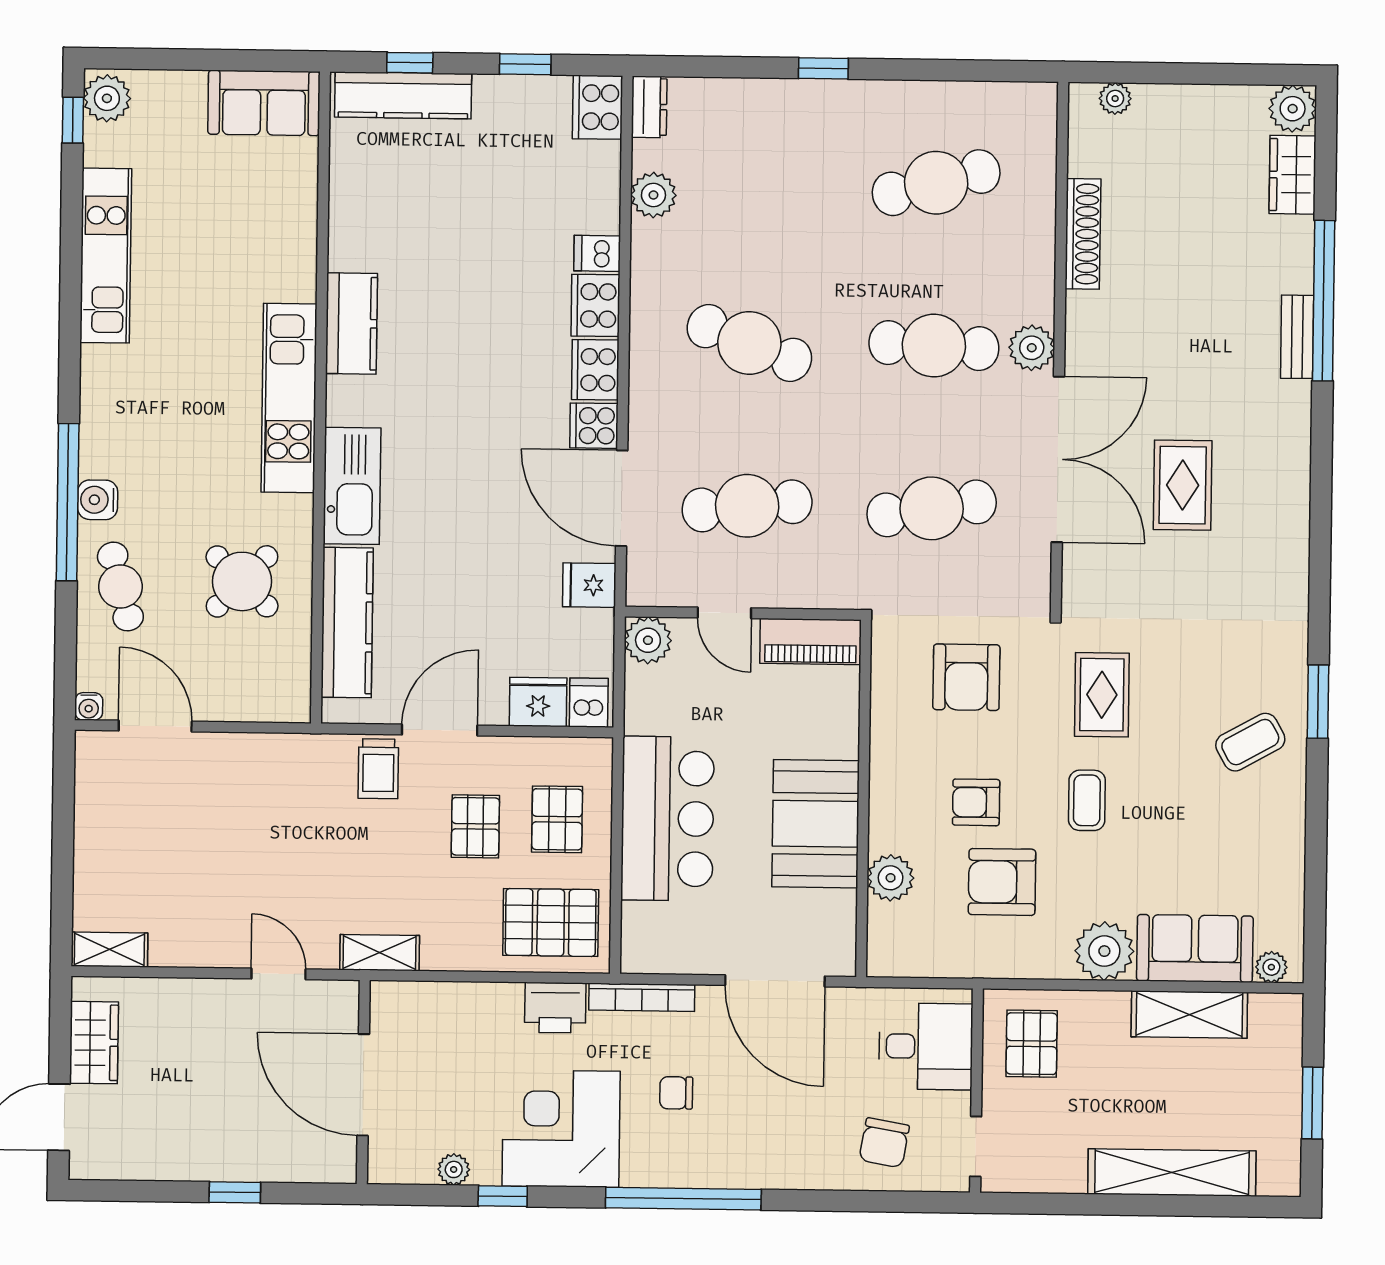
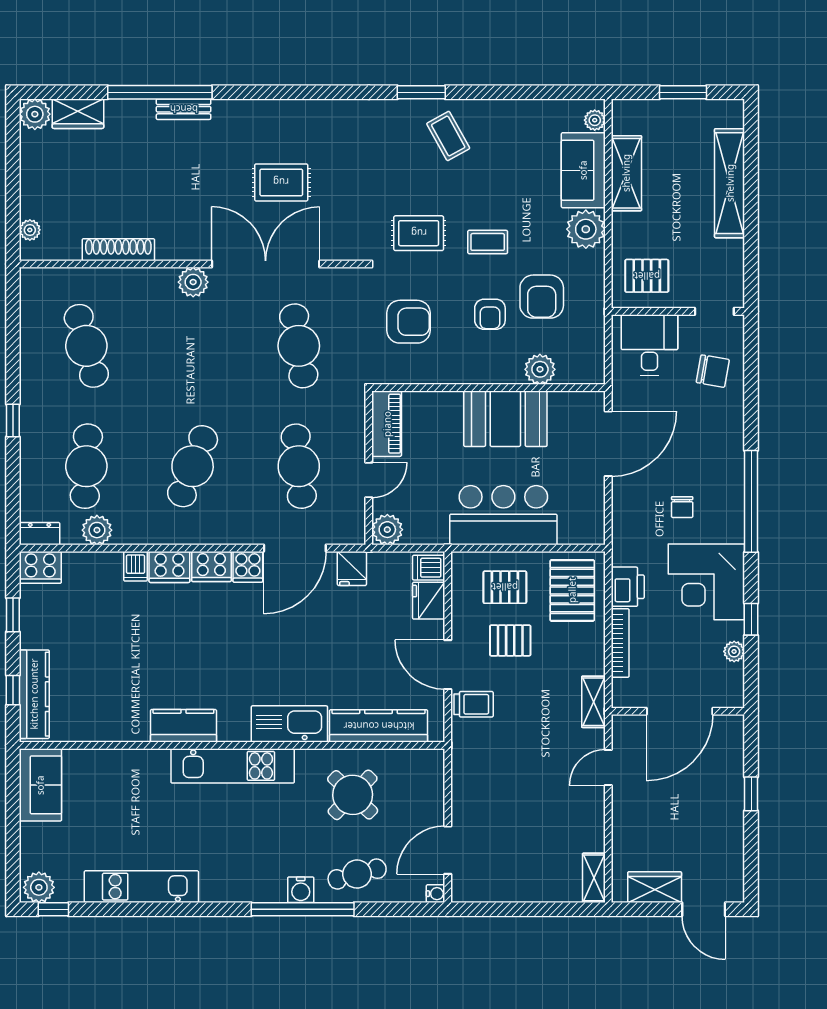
cafe table: (934, 346) -> (86, 466), moved
bookcase: (642, 997) -> (620, 643), moved

